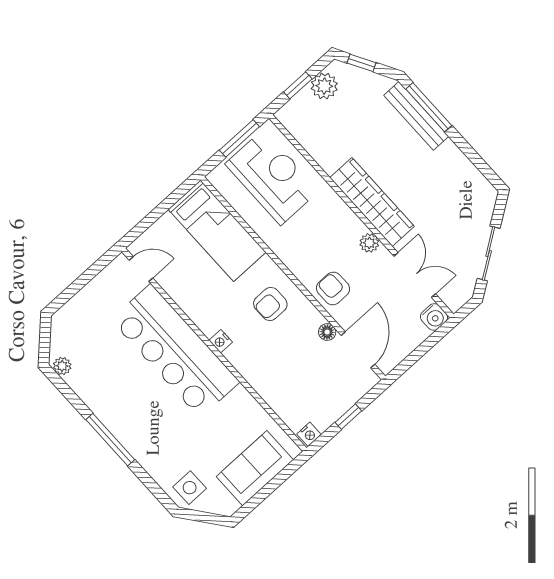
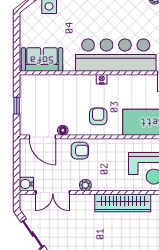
wardrobe: (372, 202) -> (123, 203), moved
nightstand: (309, 434) -> (25, 81), removed
sofa: (255, 468) -> (42, 60), moved, turned -90

